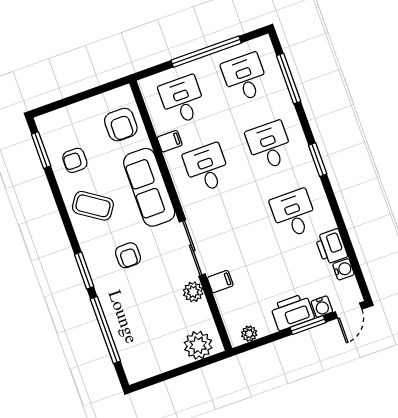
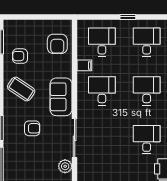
window: (206, 52) -> (128, 17), width x0.32
sofa: (149, 187) -> (61, 97), width x0.73
armchair: (128, 255) -> (32, 128), turned -90
filing cabinet: (220, 282) -> (85, 166), removed

